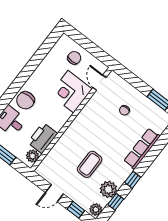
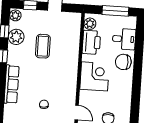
corner desk: (71, 92) -> (95, 76), moved
chair: (25, 100) -> (123, 62), turned -90

